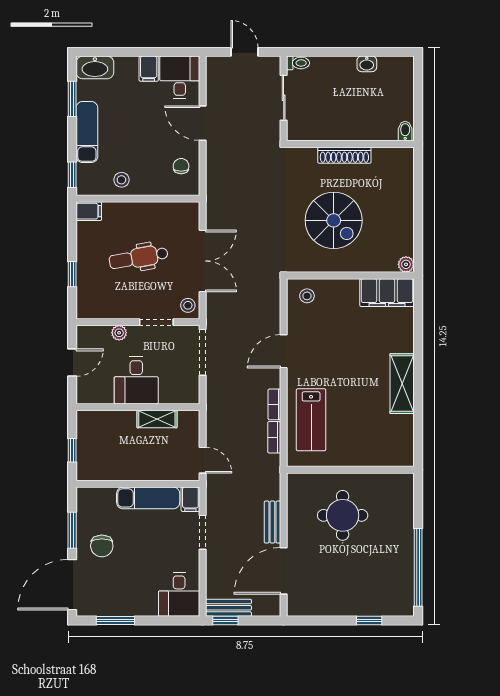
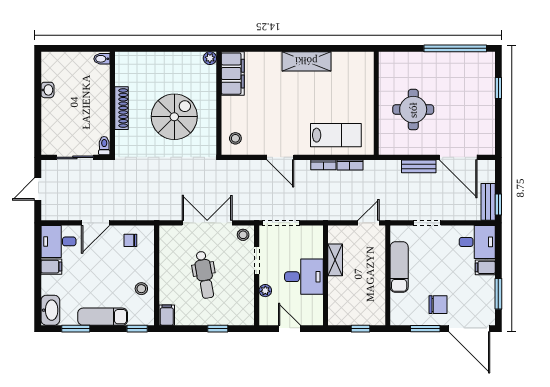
toilet: (298, 63) -> (104, 146), moved
filing cabinet: (190, 499) -> (485, 267), moved, turned 180

